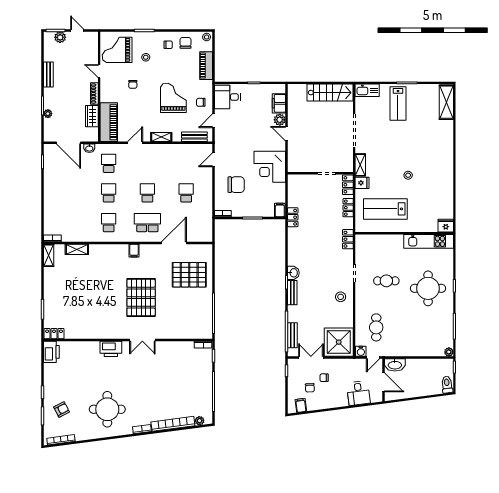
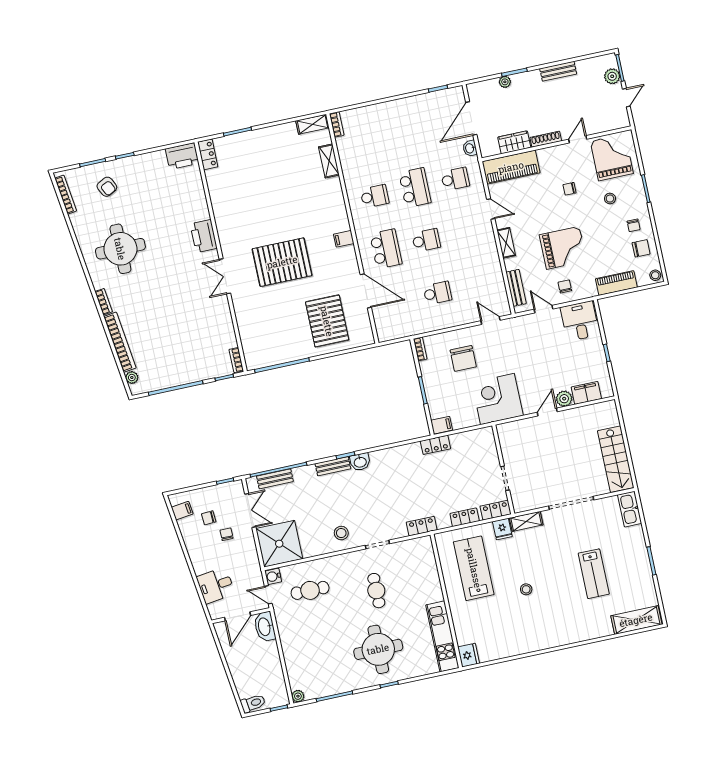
lab bench: (398, 103) -> (594, 574), moved, turned -90
school desk: (109, 193) -> (415, 188), width x1.85

